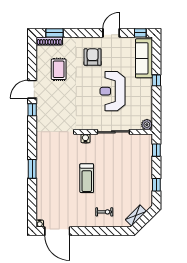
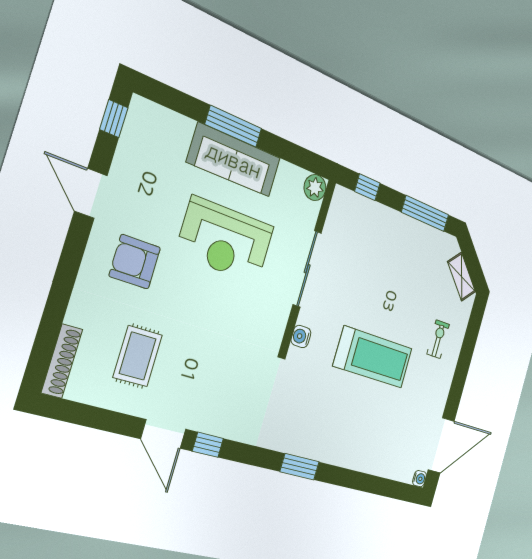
window: (55, 33) -> (45, 341), removed
sofa: (144, 58) -> (234, 160), moved
rug: (59, 69) -> (138, 356), turned 90
window: (156, 80) -> (233, 126), width x2.17
window: (32, 169) -> (300, 467), moved
treadmill: (87, 178) -> (373, 357), width x1.37, depth x1.38
window: (156, 185) -> (425, 214), width x2.17

